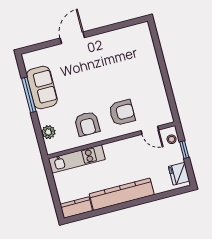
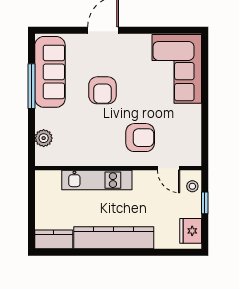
corner sofa: (136, 53) -> (177, 69), added
sofa: (42, 88) -> (50, 72), width x1.36
armchair: (87, 124) -> (102, 90), moved
kitchen unit: (77, 159) -> (97, 180), moved

